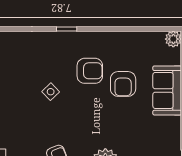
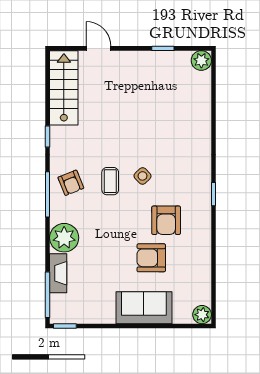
coffee table: (55, 120) -> (110, 181), added

